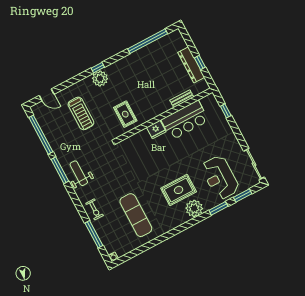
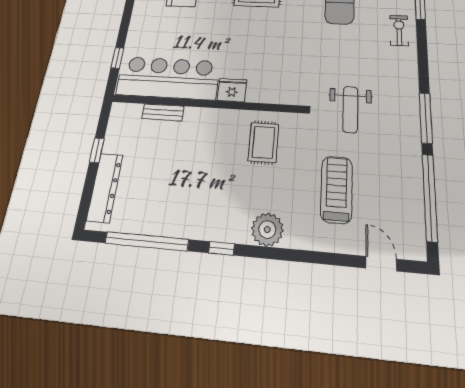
dresser: (191, 65) -> (105, 187), moved
window: (98, 68) -> (222, 248), moved
bar counter: (185, 120) -> (168, 78), width x1.36
weight bench: (79, 173) -> (350, 109), moved

